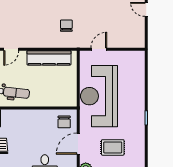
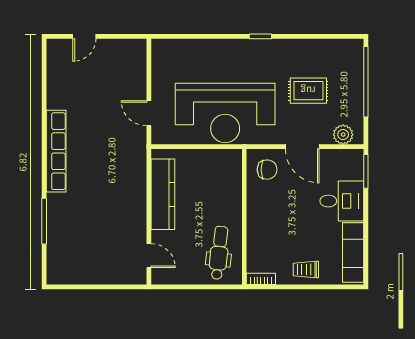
chair: (66, 26) -> (111, 166), removed
rug: (113, 147) -> (308, 91), turned 90

